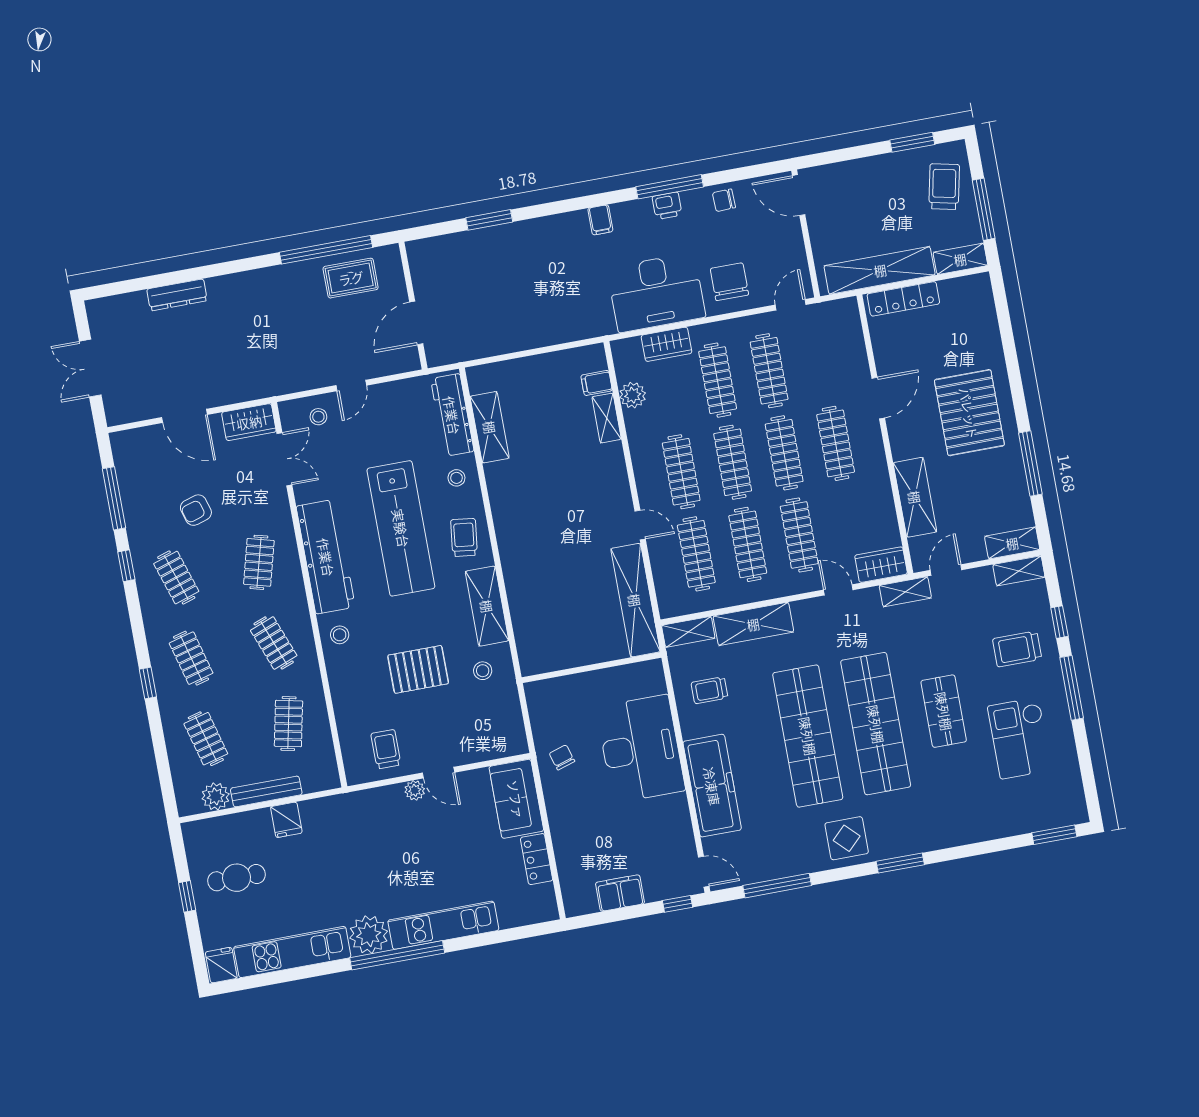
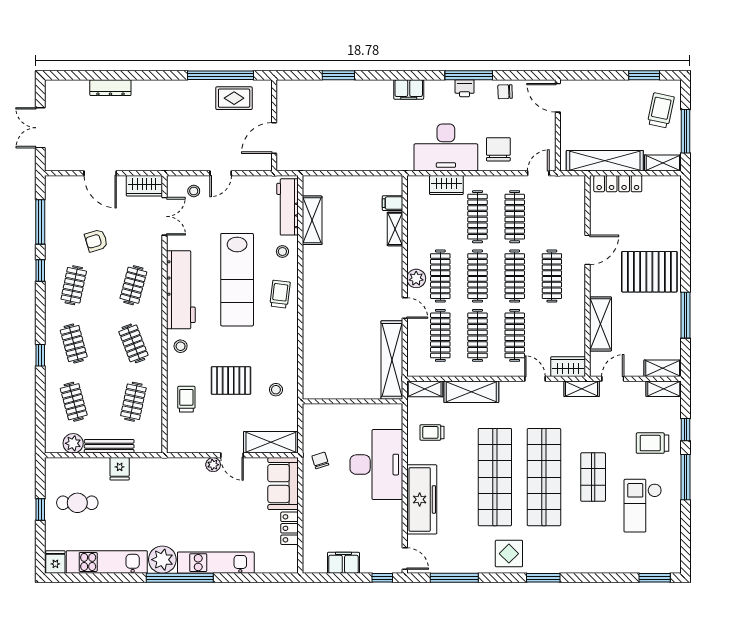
filing cabinet: (600, 220) -> (409, 90), width x2.00
plant: (633, 395) -> (416, 278), moved
pallet: (969, 413) -> (649, 272), turned 90
clothes rail: (176, 578) -> (74, 285), turned 30
shelving: (487, 606) -> (271, 442), moved, turned 90
trolley: (386, 749) -> (186, 399), moved

